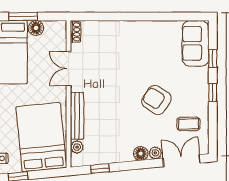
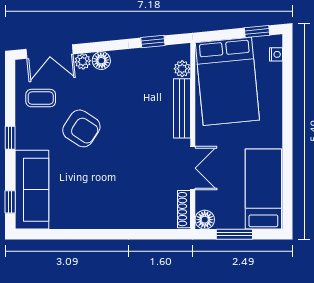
window: (23, 17) -> (234, 234), moved
floor lamp: (36, 28) -> (205, 220), moved
shoe rack: (76, 32) -> (184, 209), width x1.43
sofa: (196, 43) -> (32, 190), width x1.36
window: (213, 58) -> (10, 202), moved

